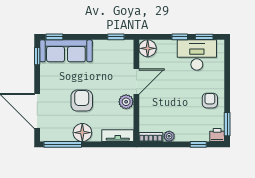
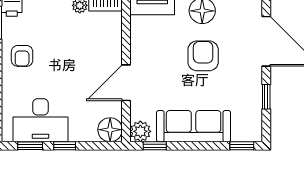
sofa: (66, 51) -> (194, 126), moved
window: (37, 56) -> (266, 97), moved
armchair: (82, 101) -> (203, 56), turned 180
plant: (126, 102) -> (140, 131), moved

